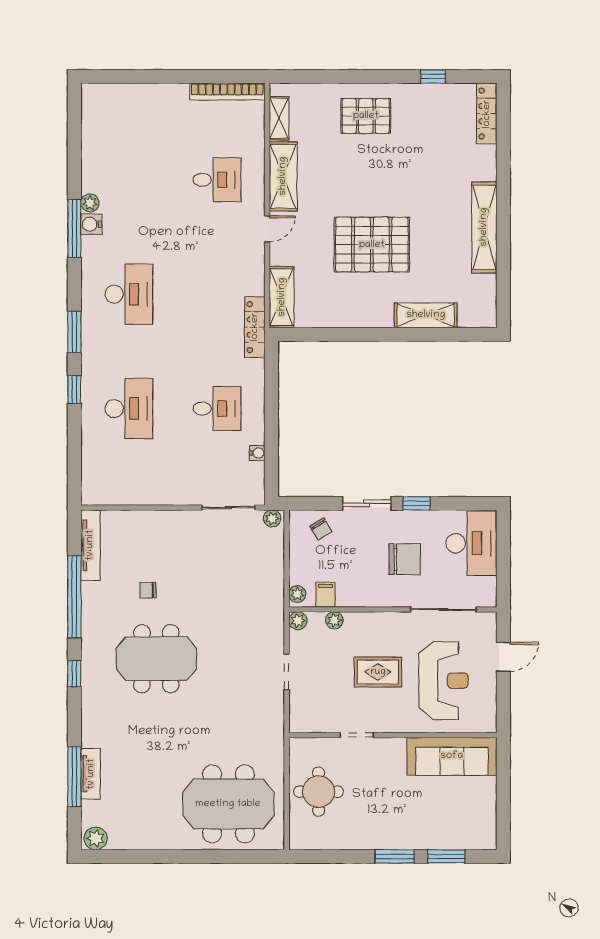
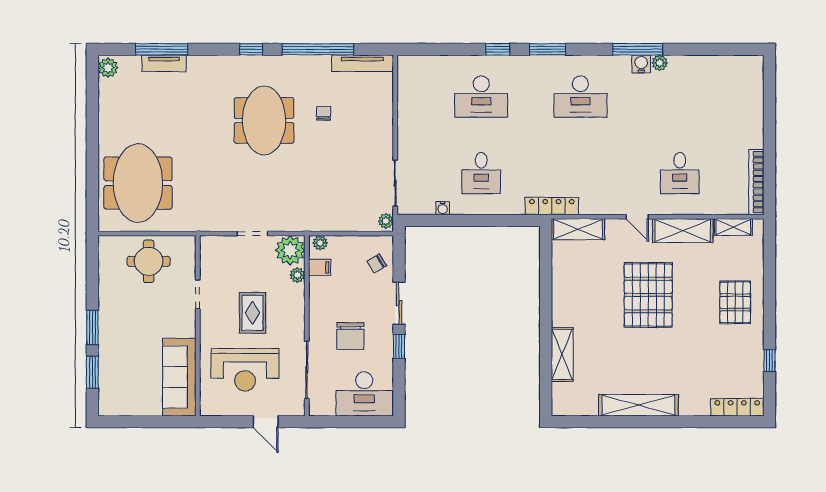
pallet: (372, 245) -> (648, 295), moved
plant: (298, 621) -> (290, 250), width x1.87, depth x1.87

